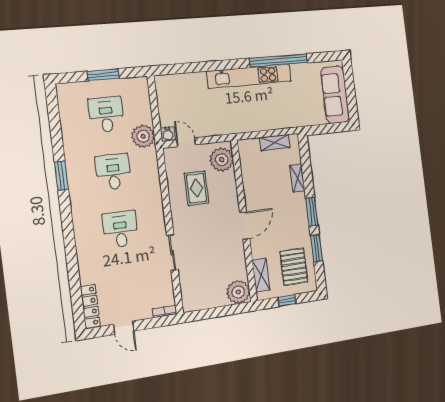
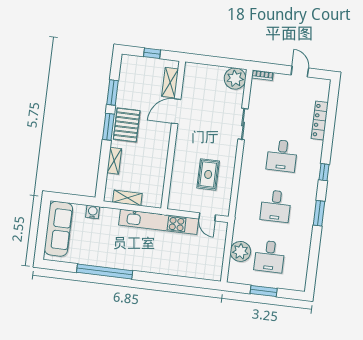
kitchen unit: (249, 76) -> (159, 222), moved, turned 180
water cooler: (168, 134) -> (93, 212), moved
plant: (143, 136) -> (240, 251), moved
plant: (222, 160) -> (180, 194), removed
window: (67, 223) -> (324, 172), added
door: (245, 226) -> (176, 111), moved
pallet: (294, 267) -> (127, 125), moved
plant: (238, 292) -> (235, 79), moved
locker: (90, 306) -> (320, 120), moved

